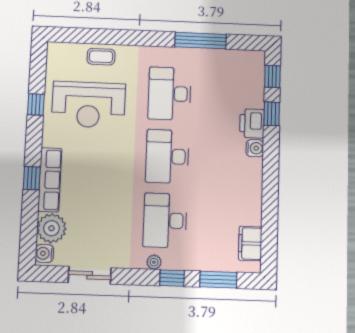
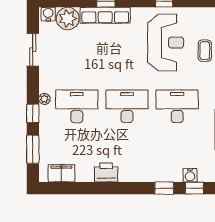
reception desk: (89, 105) -> (166, 43), turned 180
printer: (252, 123) -> (106, 173), moved
water cooler: (255, 148) -> (190, 175), moved

